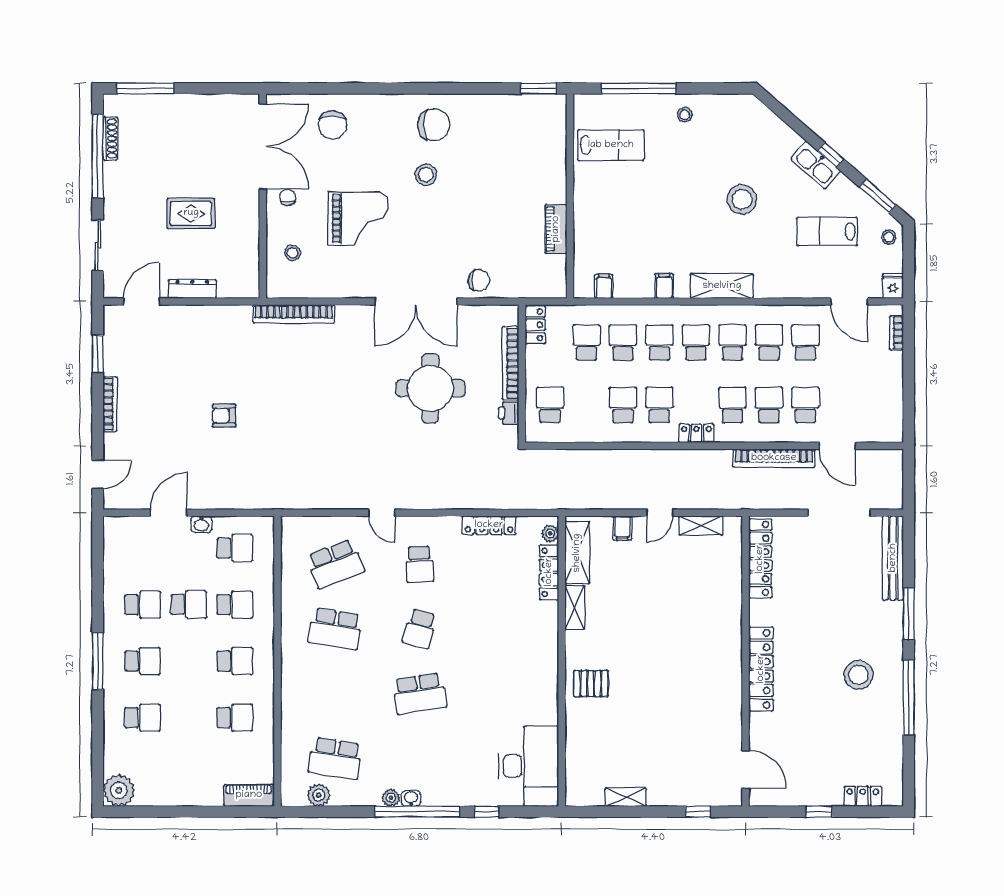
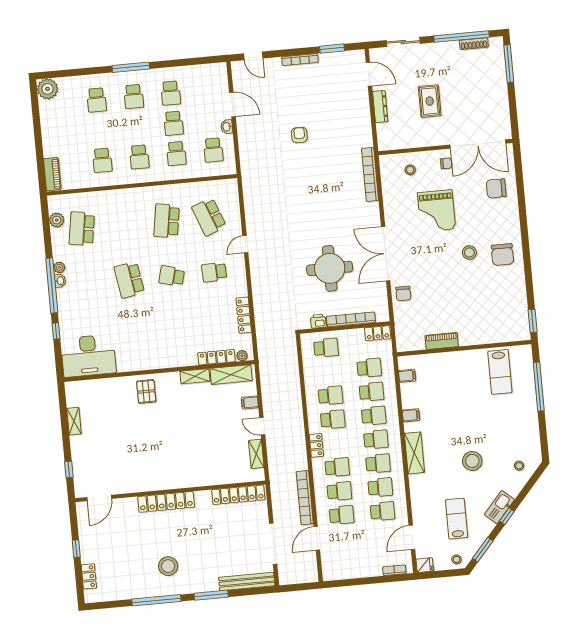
stool: (685, 115) -> (519, 466), moved

